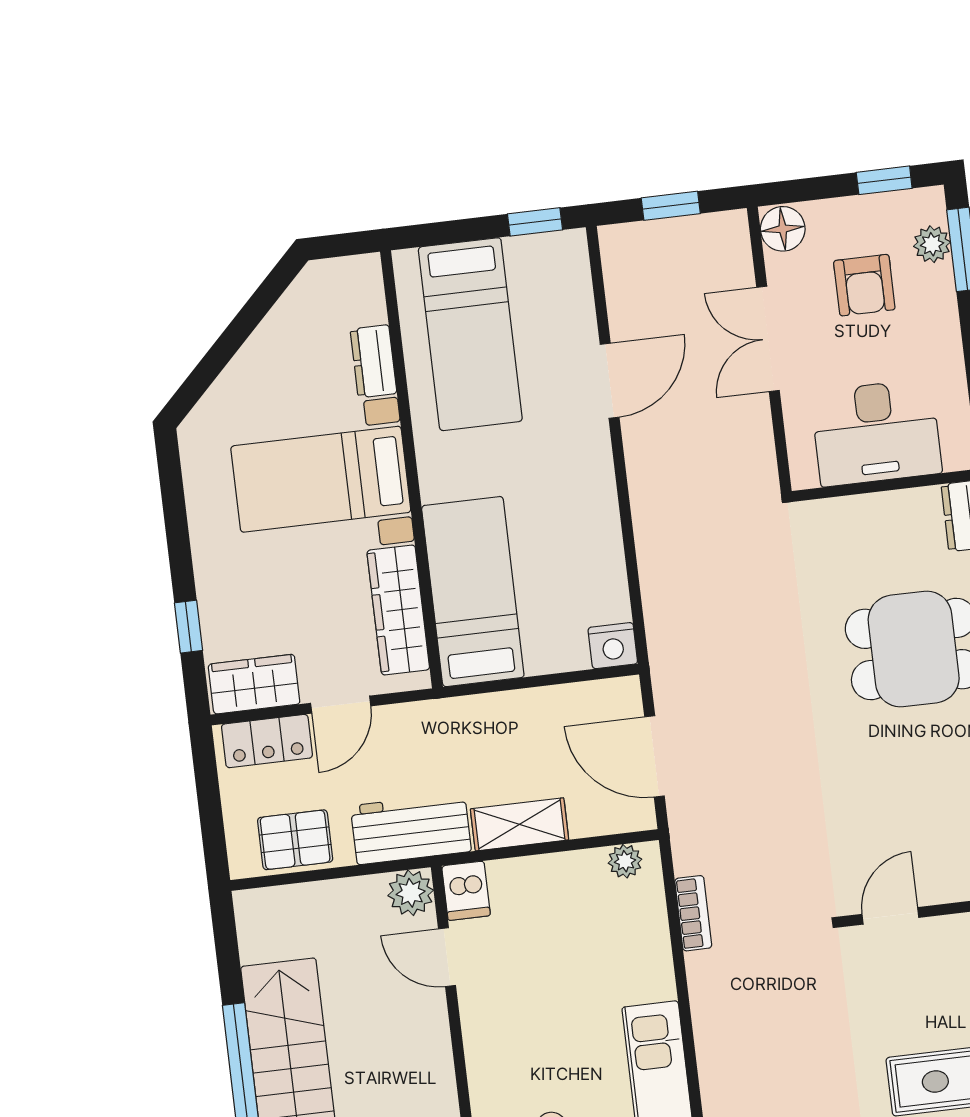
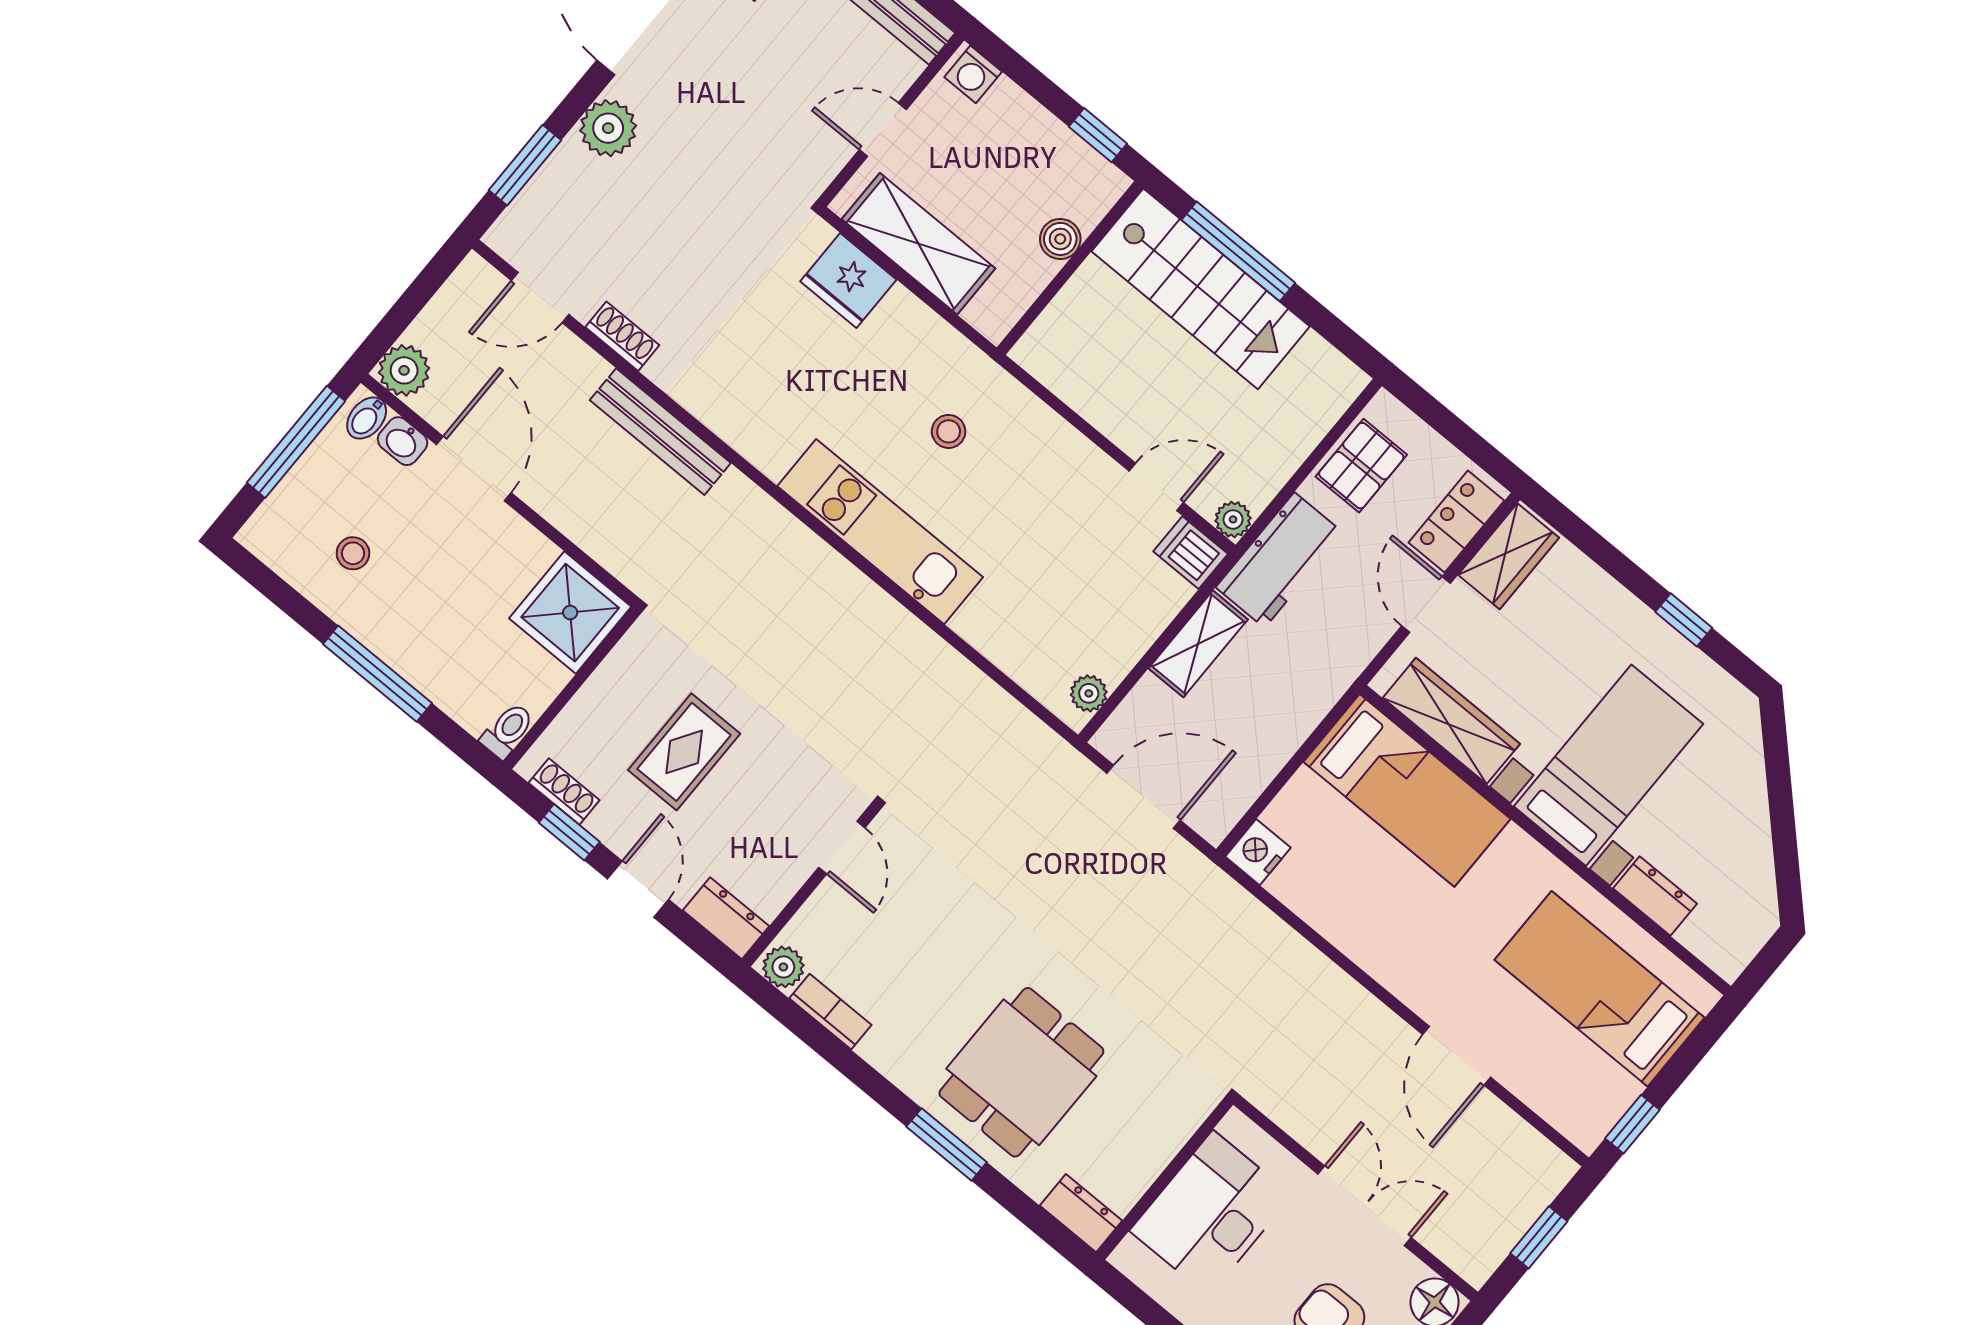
window: (188, 627) -> (1684, 620), moved
plant: (411, 893) -> (1233, 519), width x0.73, depth x0.73
bookcase: (693, 913) -> (997, 703), removed

